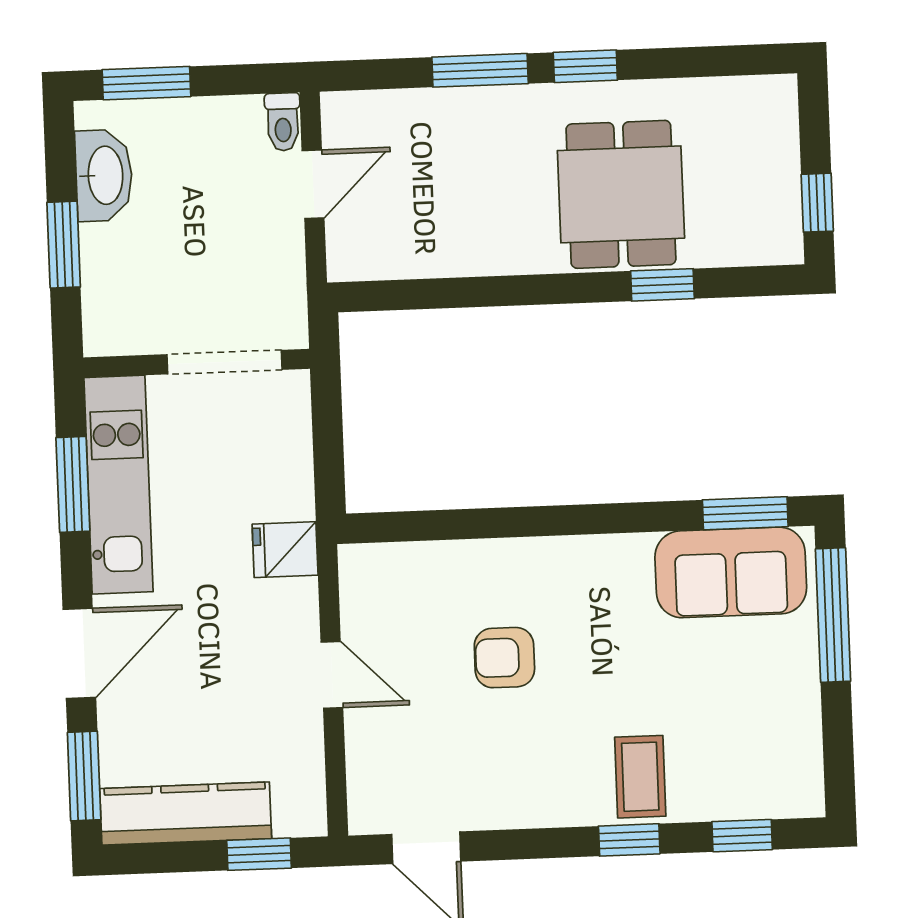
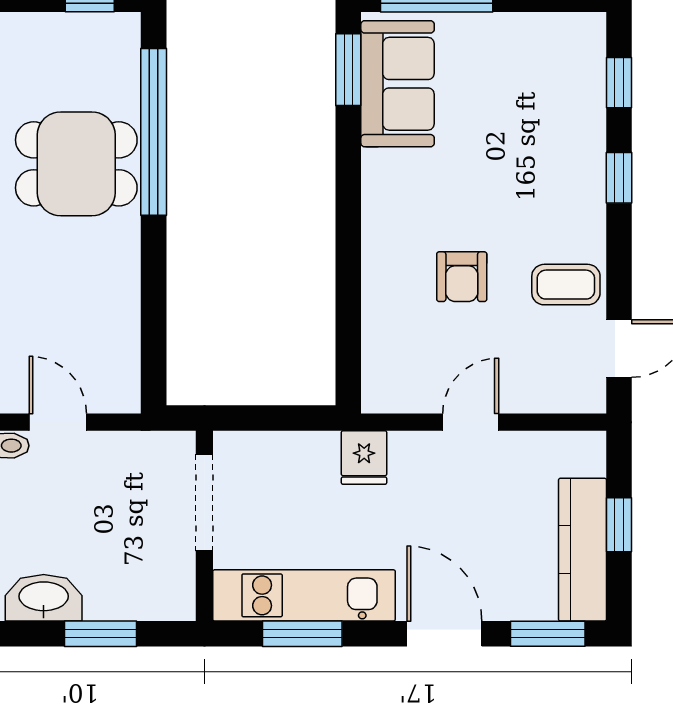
window: (662, 285) -> (154, 132), width x3.17
coffee table: (640, 777) -> (566, 285), moved
window: (259, 854) -> (619, 525), moved

